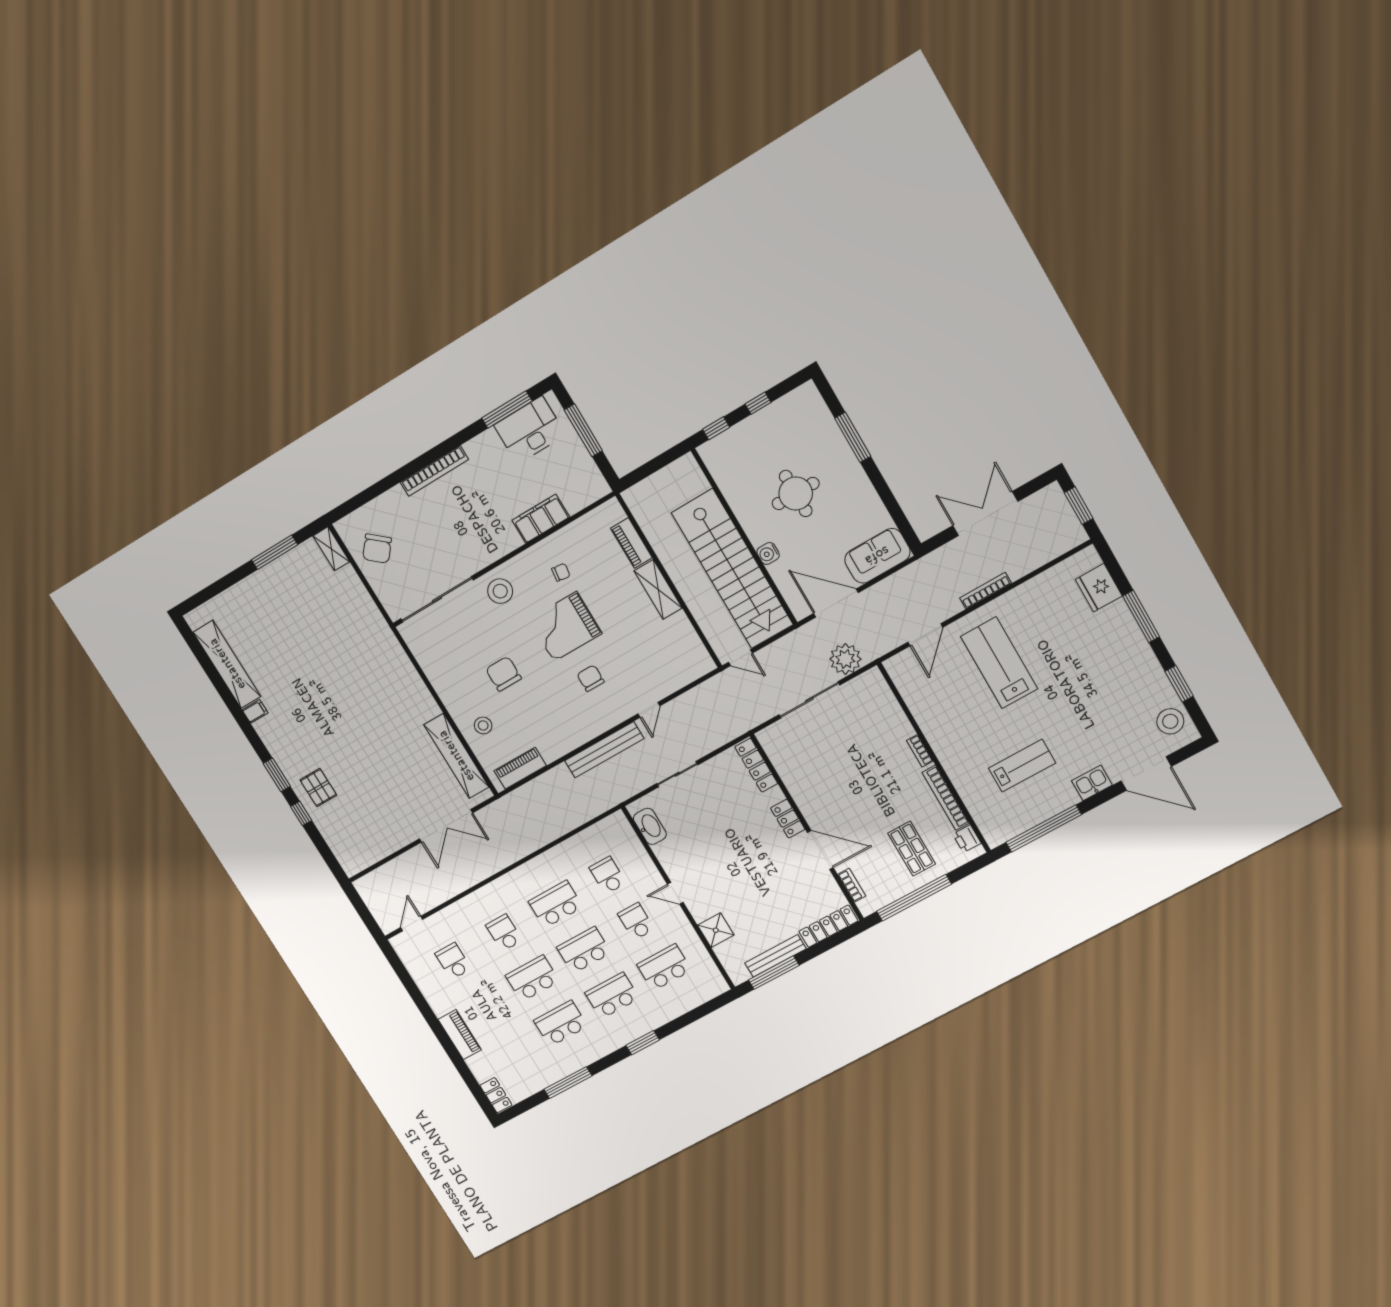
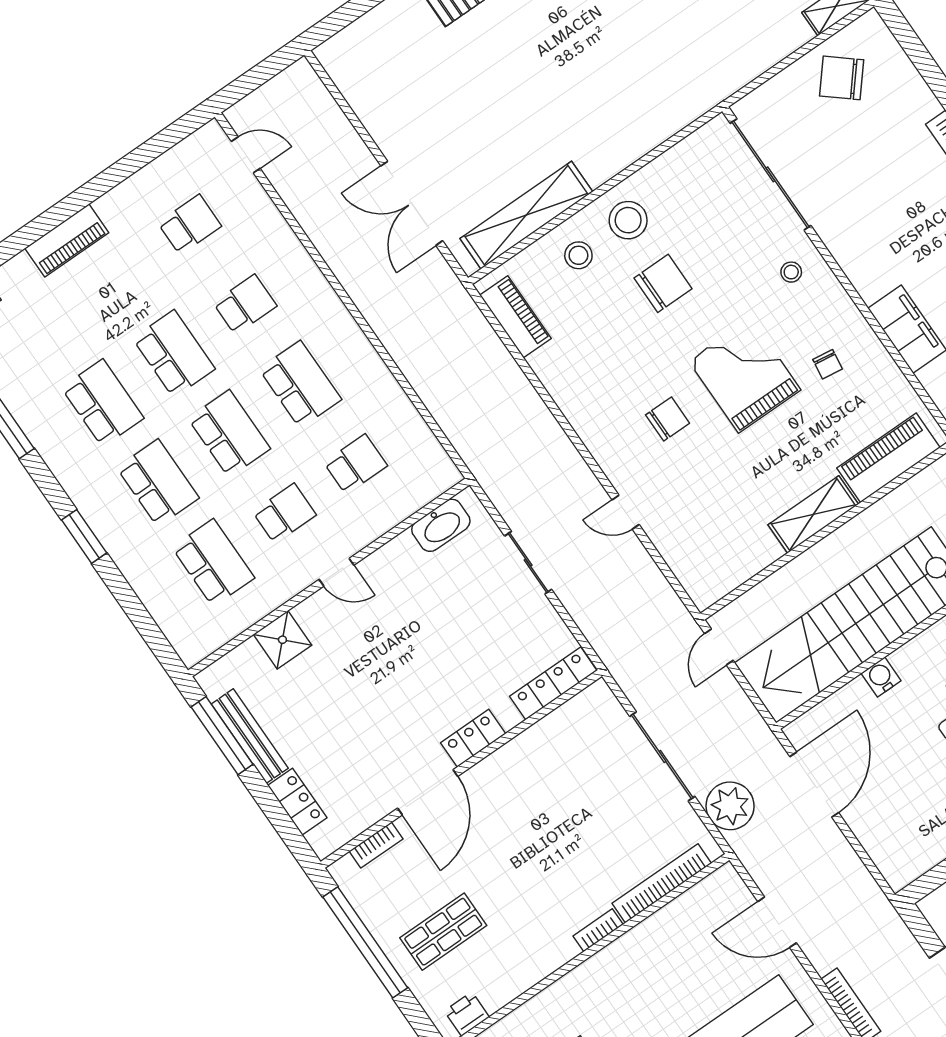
piano: (631, 543) -> (888, 458), width x1.37, depth x1.33
sofa: (877, 556) -> (890, 840), removed
stool: (500, 591) -> (791, 272), width x0.53, depth x0.53
stool: (462, 692) -> (628, 220), added
bench: (604, 750) -> (557, 447), removed
bookcase: (946, 798) -> (662, 883), moved
door: (675, 893) -> (337, 572), swing flipped
locker: (828, 926) -> (297, 802), width x0.66

